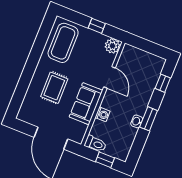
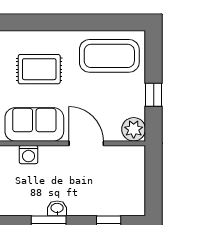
door: (110, 77) -> (86, 143), swing flipped
washbasin: (137, 121) -> (57, 208), moved

